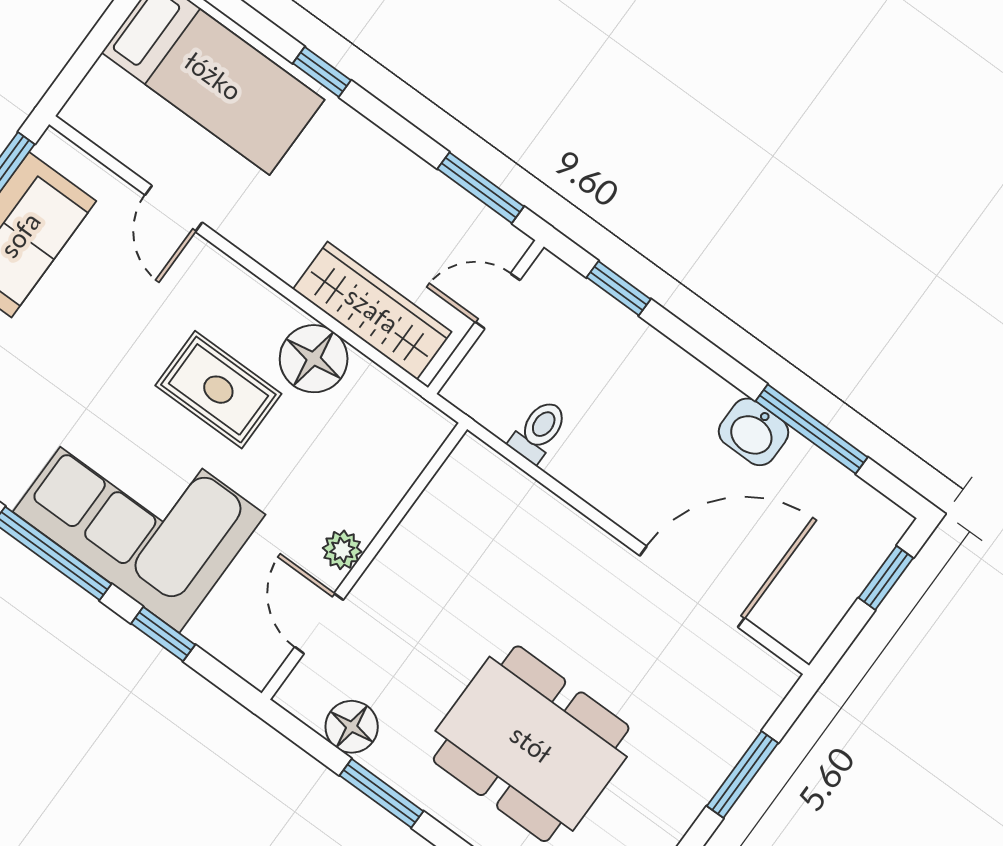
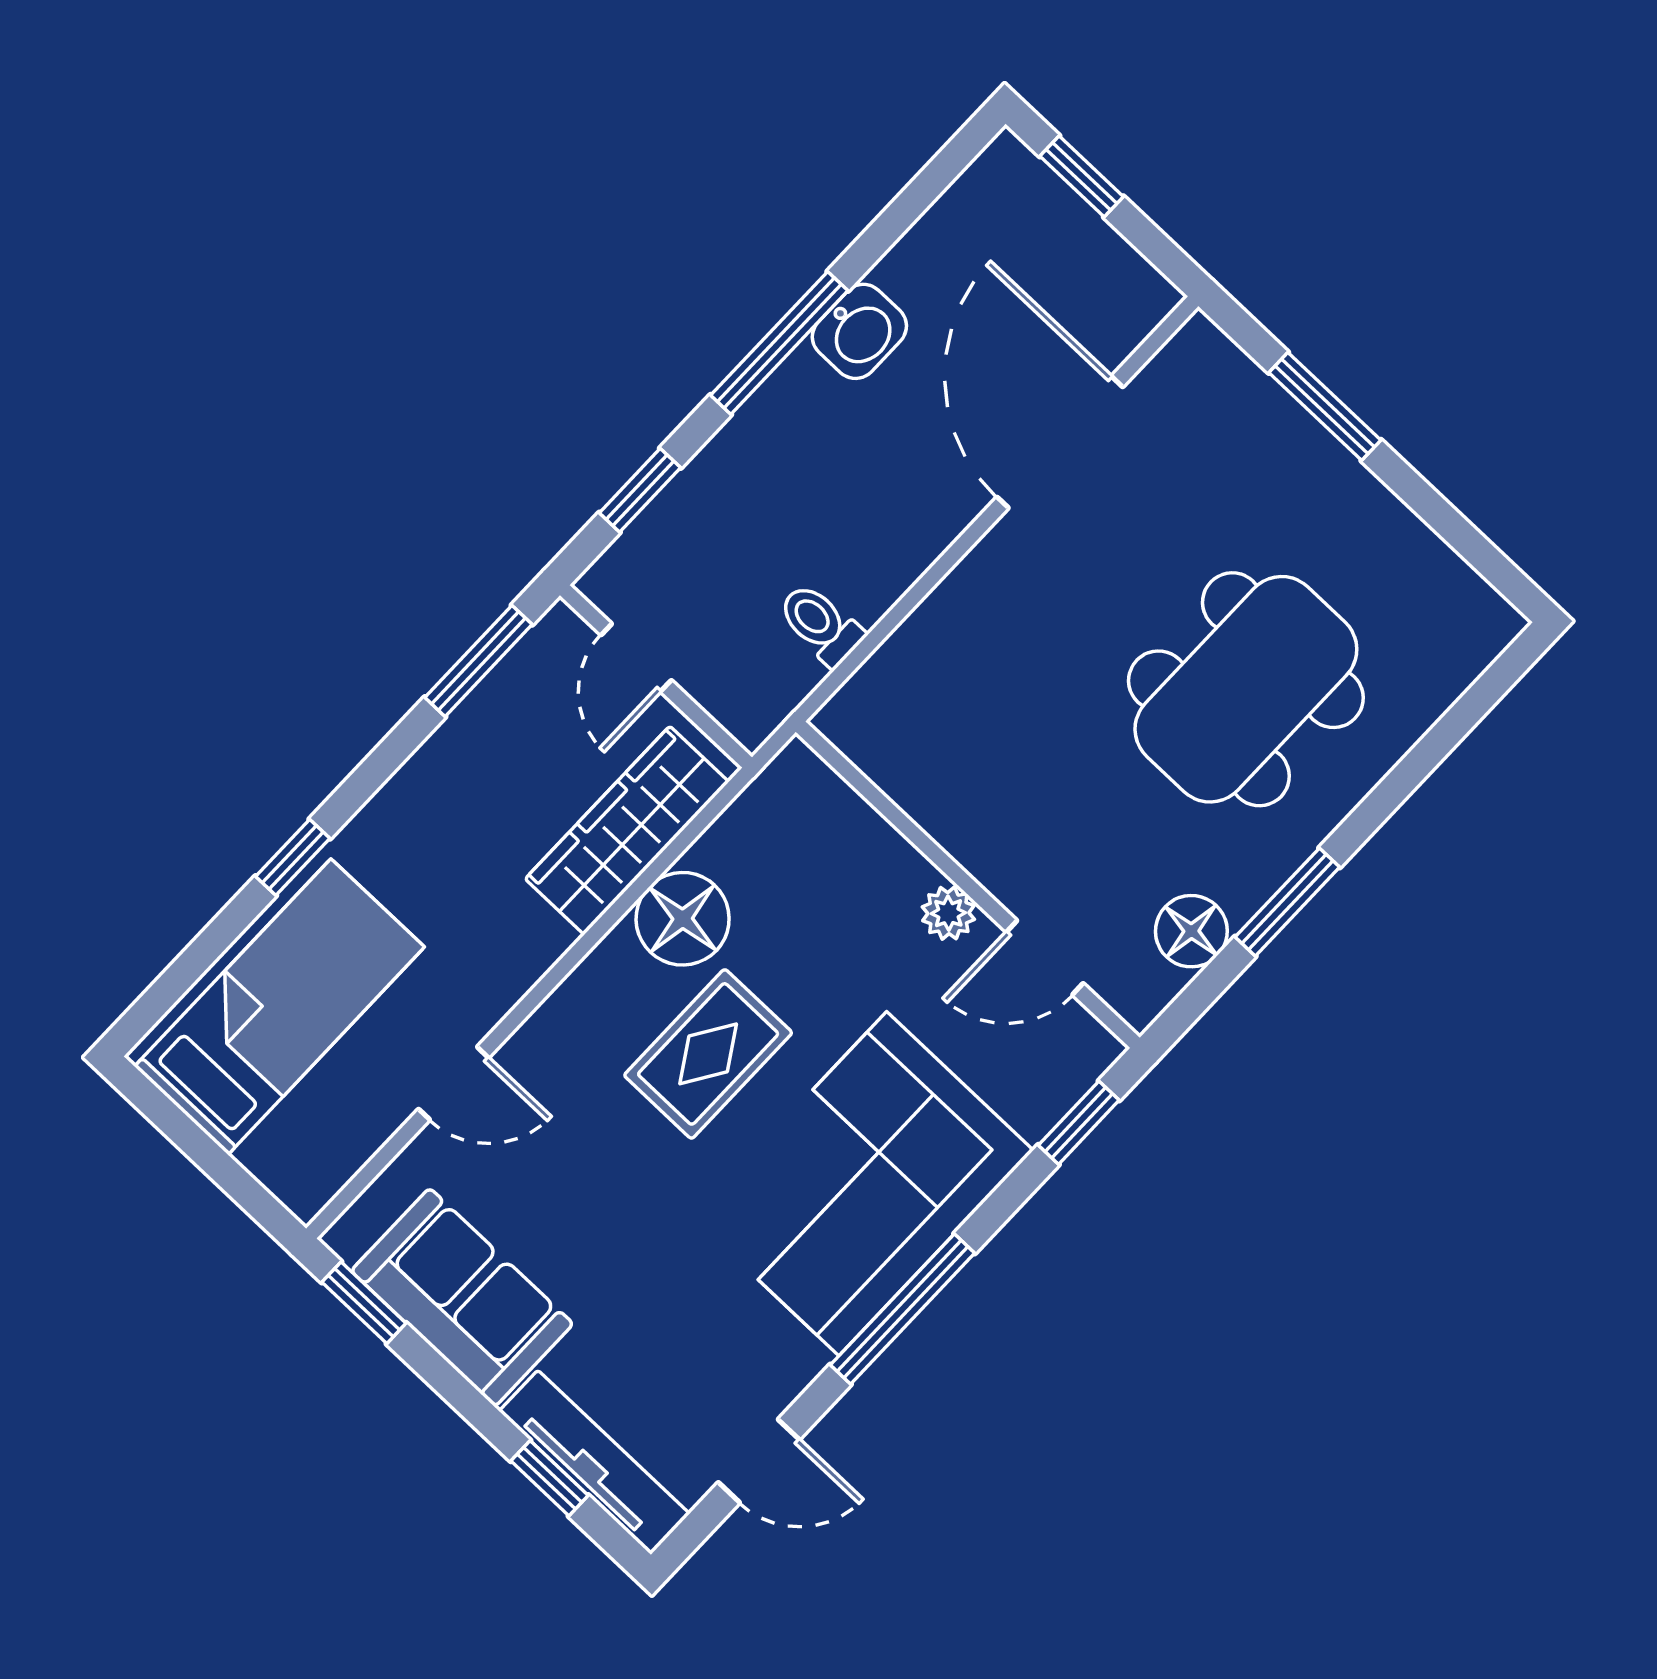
window: (812, 429) -> (779, 343), moved
window: (163, 634) -> (1079, 1123), moved

